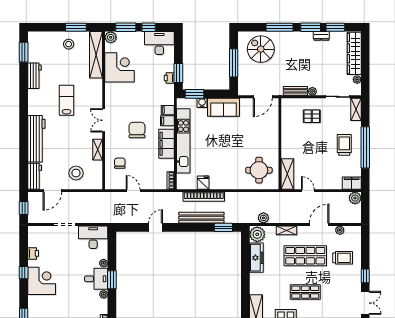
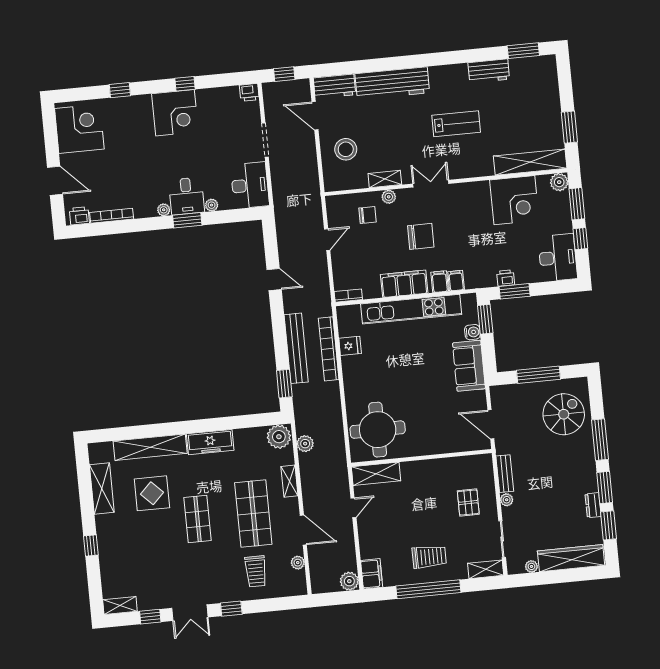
stool: (69, 44) -> (542, 119), removed
plant: (109, 148) -> (389, 197), added
round table: (259, 170) -> (378, 430), width x1.36, depth x1.36
printer: (33, 253) -> (249, 92), moved
freezer: (256, 258) -> (210, 442), moved

